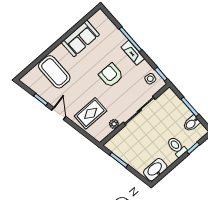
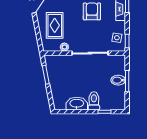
rug: (91, 113) -> (55, 25), turned 90
bidet: (191, 124) -> (118, 80), moved
washbasin: (155, 170) -> (77, 104), moved

